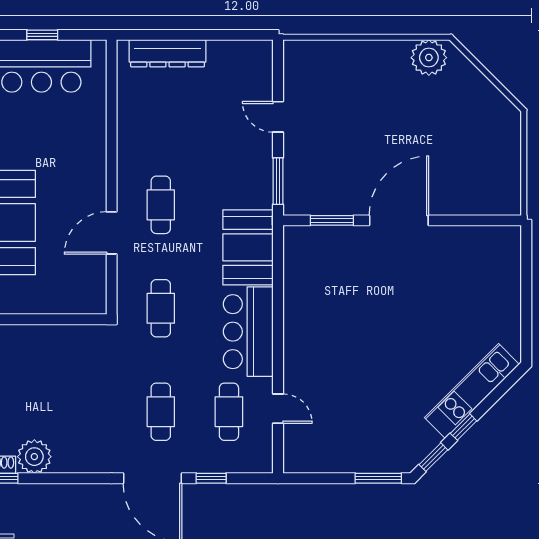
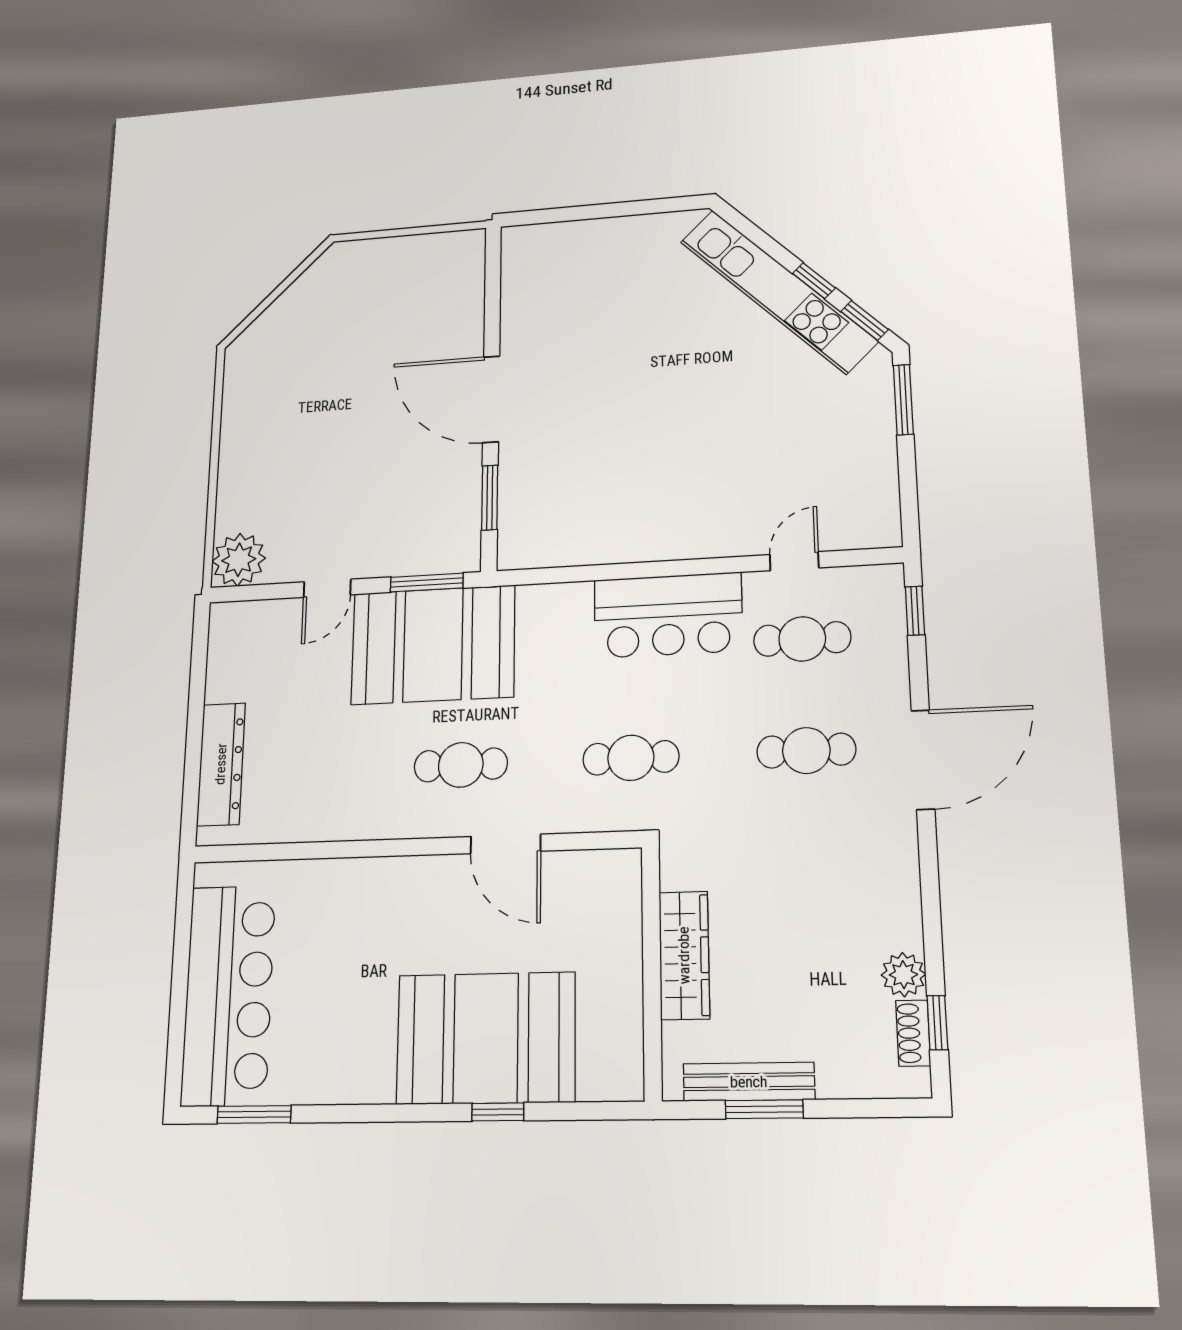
window: (42, 35) -> (180, 970), removed
plant: (429, 58) -> (239, 560), moved
booth: (248, 247) -> (433, 645), moved, width x1.36, depth x1.42
wardrobe: (44, 338) -> (684, 955), added
kitchen unit: (472, 391) -> (778, 291), width x1.36
plant: (34, 457) -> (903, 975), width x0.73, depth x0.73
window: (211, 478) -> (915, 611), moved

